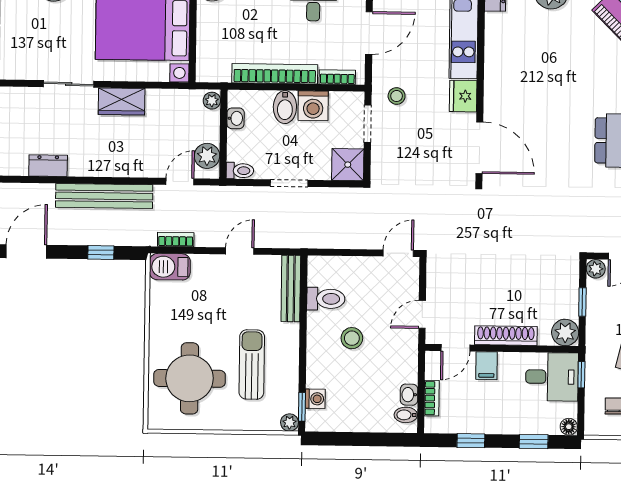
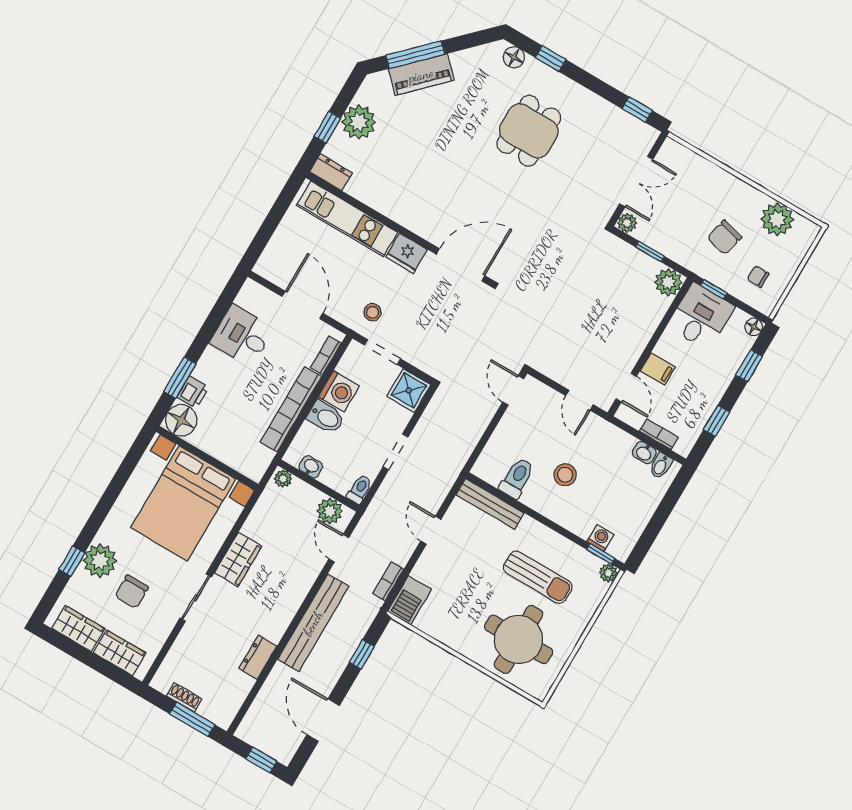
chair: (43, 27) -> (132, 592), added
shoe rack: (506, 336) -> (641, 337), removed
sun lounger: (252, 364) -> (538, 577), turned 180

